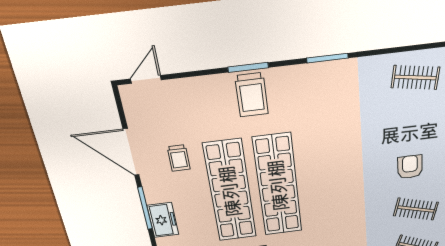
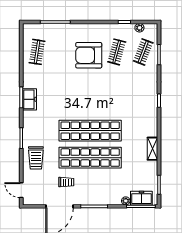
trolley: (252, 95) -> (36, 158), moved, turned 90
armchair: (410, 167) -> (89, 55), width x1.88, depth x1.88
freezer: (163, 220) -> (30, 99), moved, turned 90

